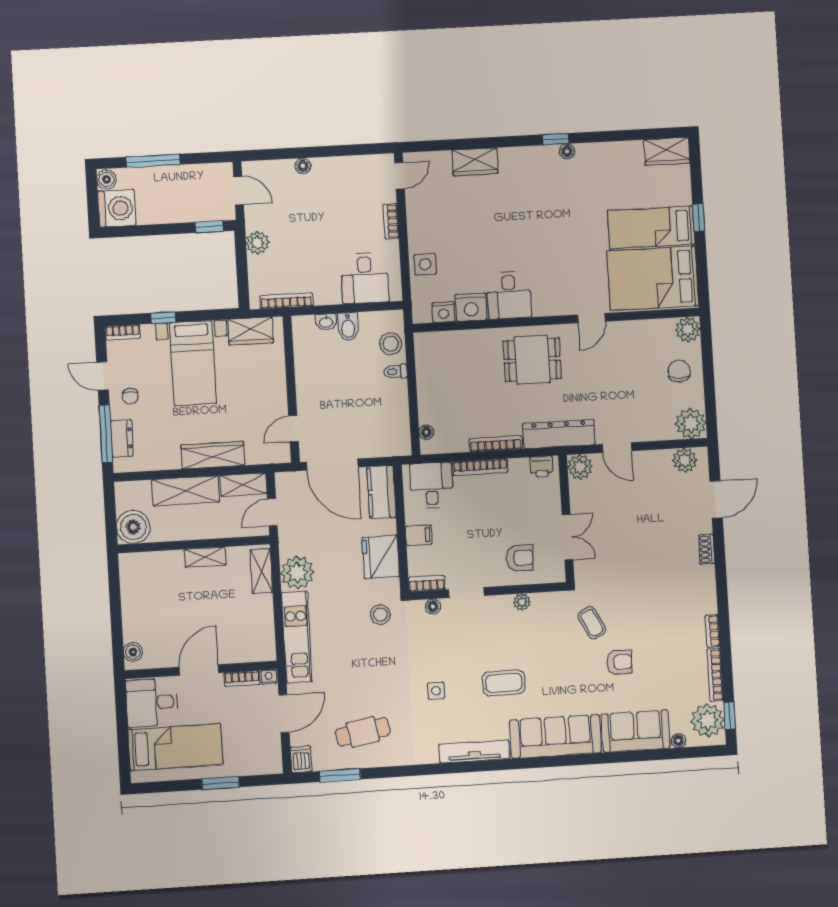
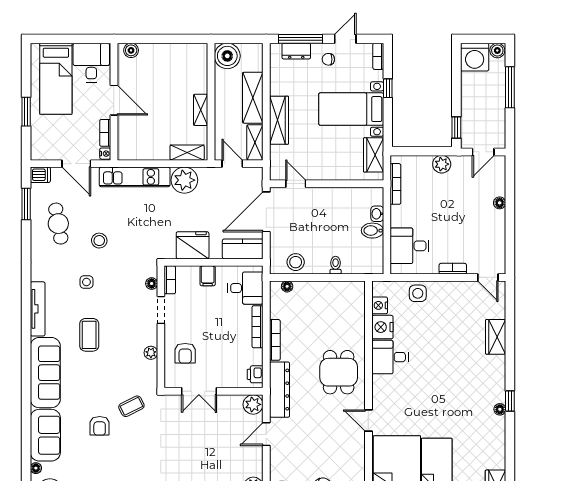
stool: (391, 344) -> (296, 262), moved
stool: (380, 615) -> (99, 241), moved

